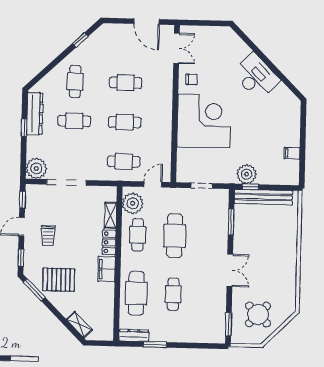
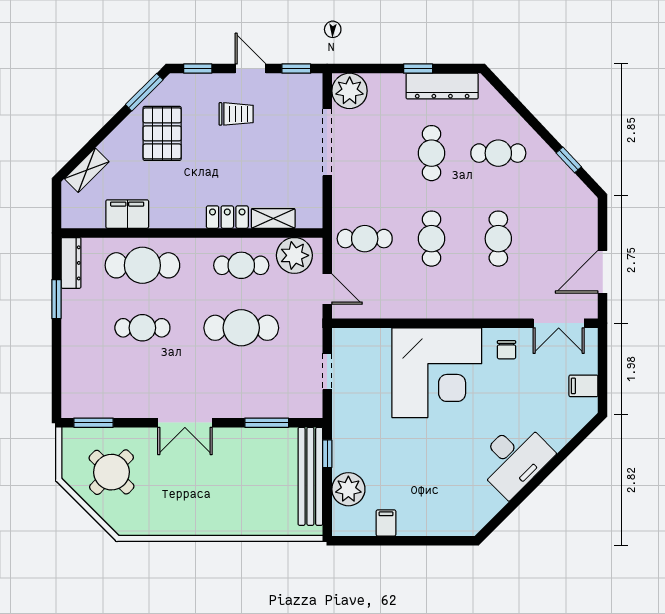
filing cabinet: (214, 35) -> (583, 386), added
cafe table: (124, 162) -> (365, 239), turned 90
plant: (247, 174) -> (348, 489), moved
trolley: (48, 236) -> (236, 114), turned 180
filing cabinet: (107, 269) -> (127, 214), moved

